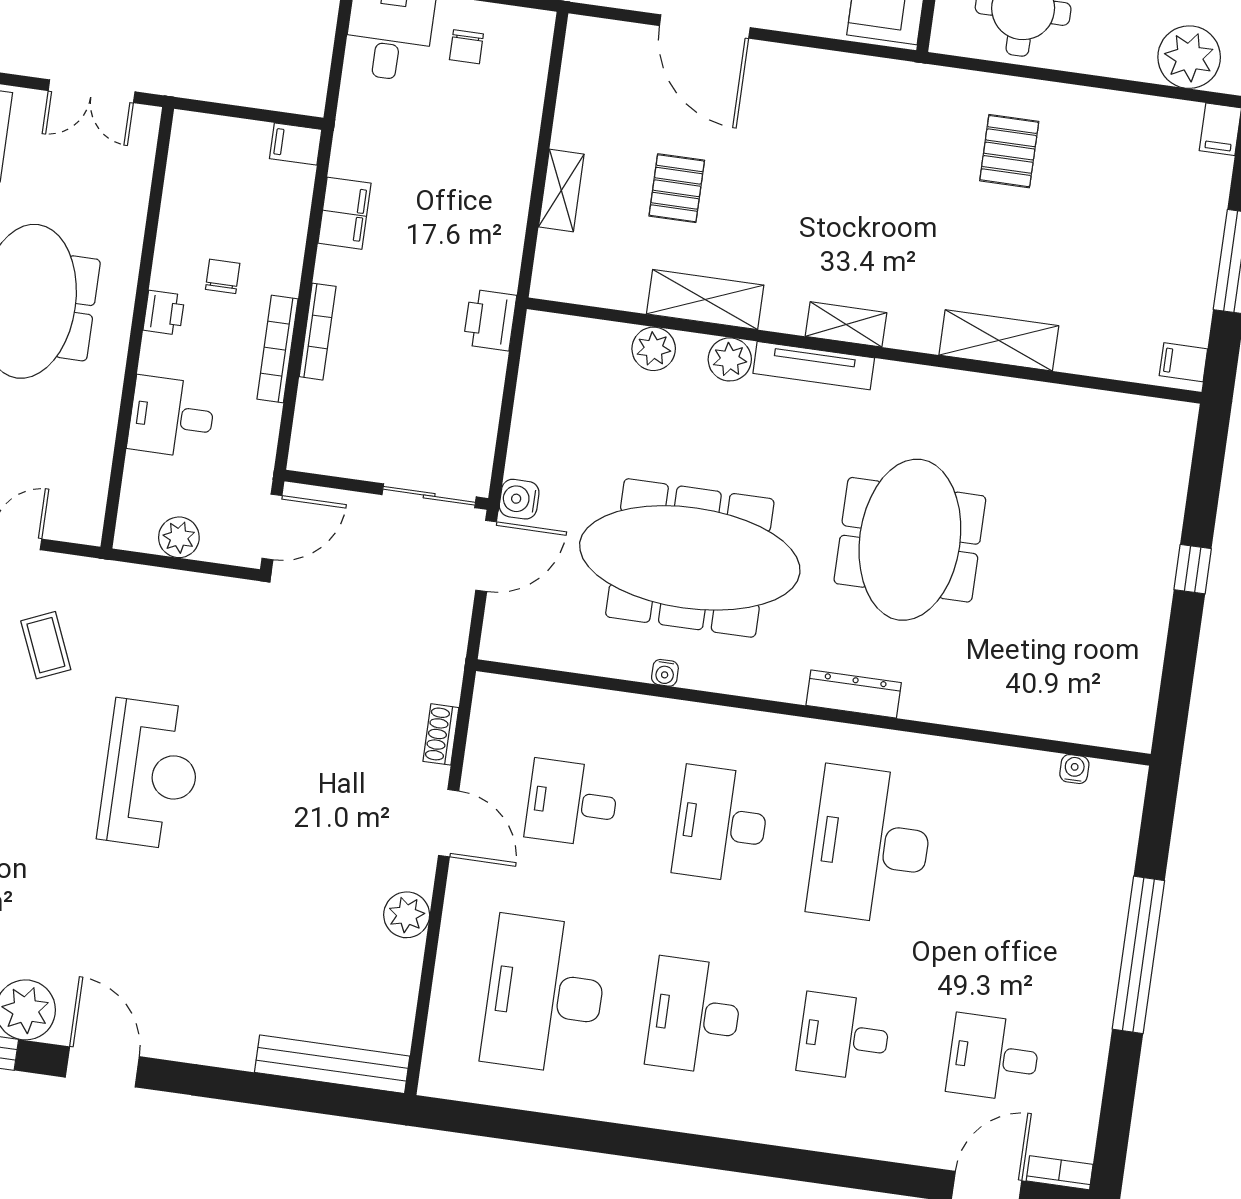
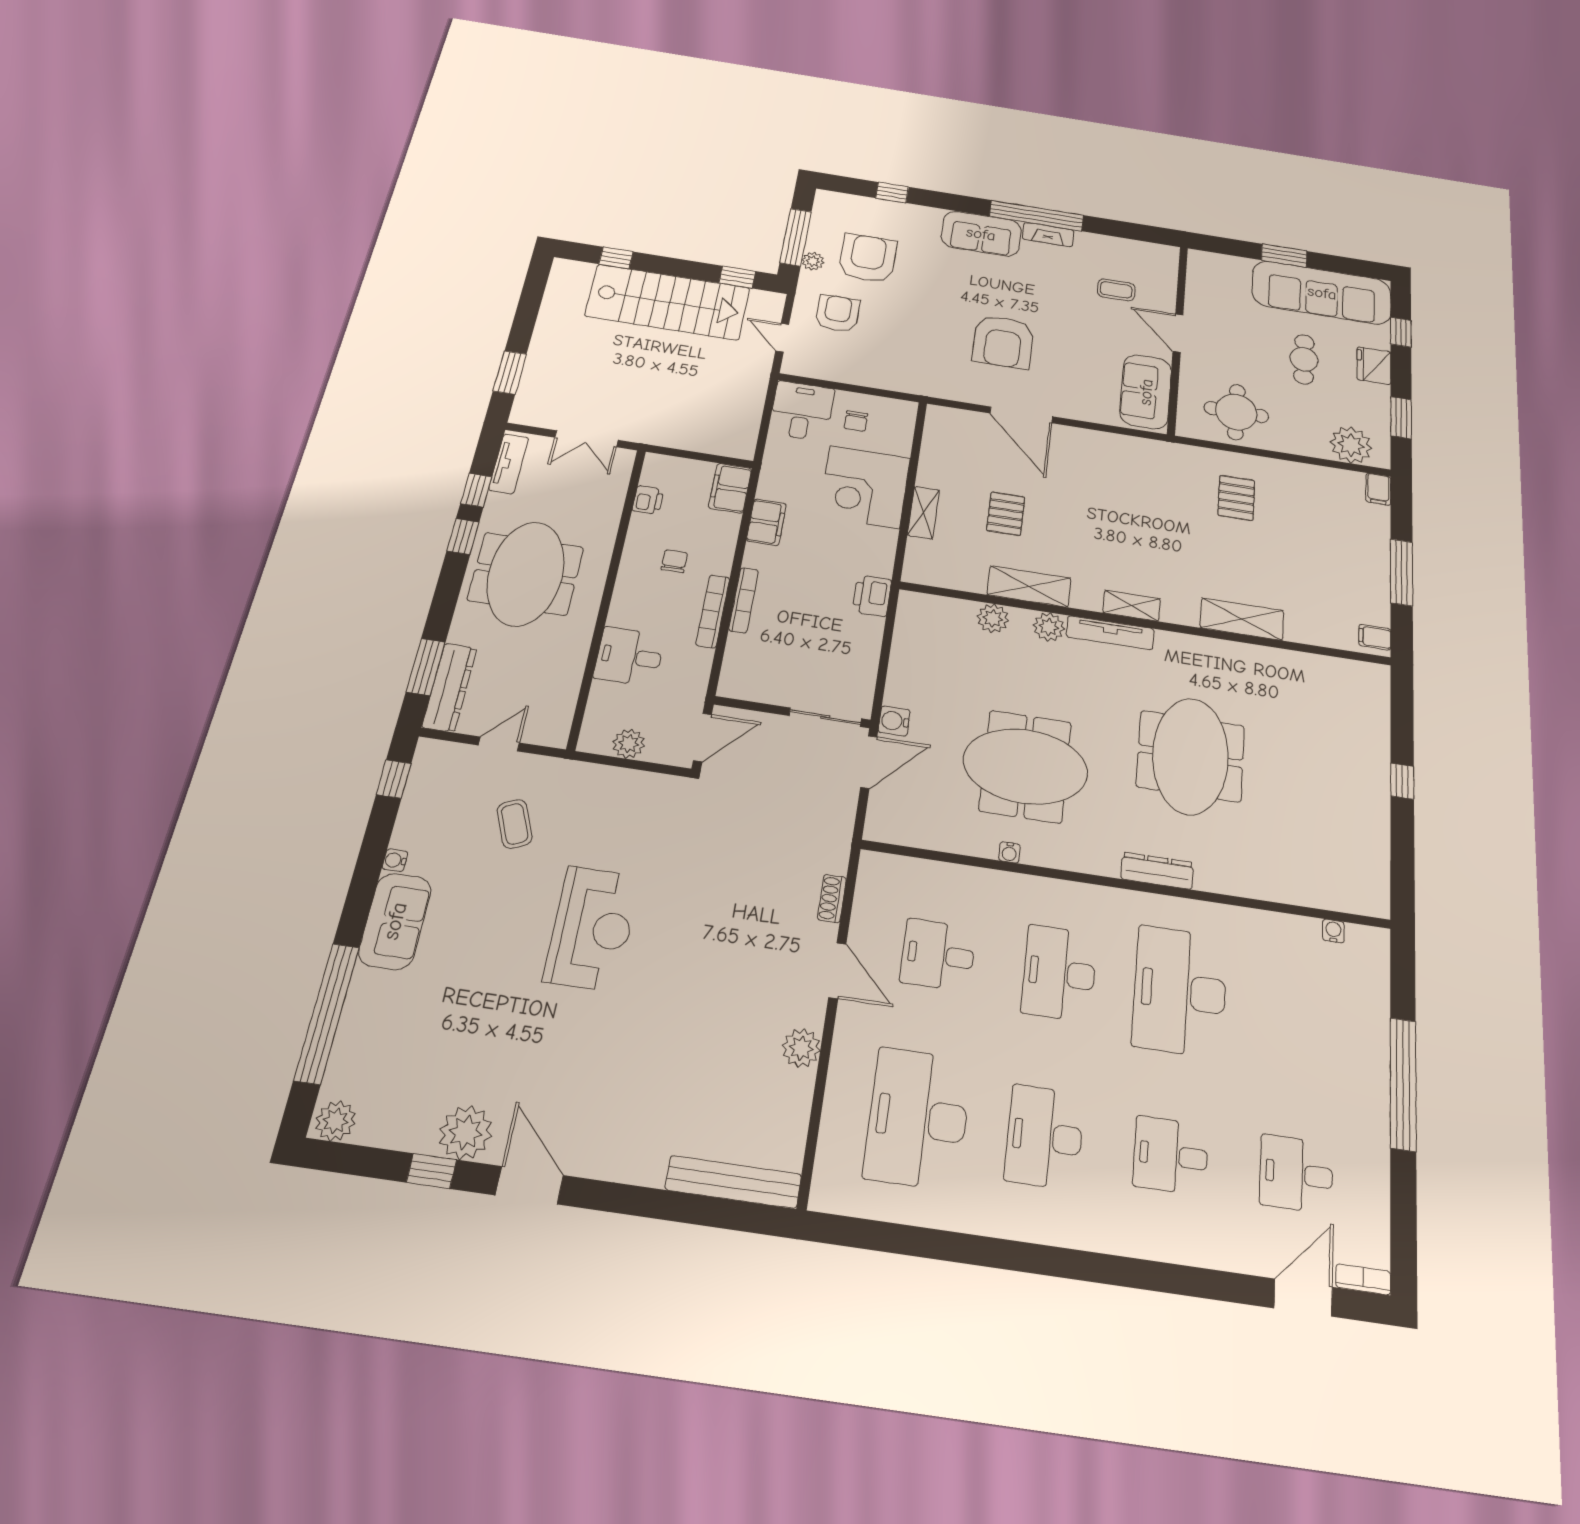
filing cabinet: (296, 144) -> (730, 488), width x2.00
corner desk: (479, 153) -> (865, 487), added
printer: (164, 313) -> (648, 500), moved
meeting table: (690, 558) -> (1025, 766), width x0.73

